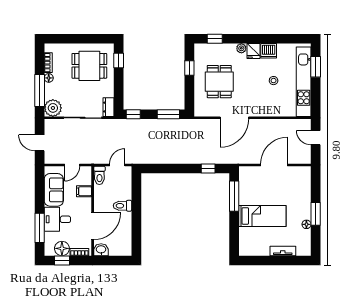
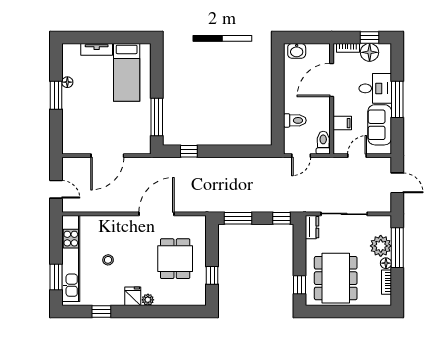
window: (215, 39) -> (101, 312), moved
dishwasher: (269, 51) -> (114, 297), removed
dining table: (89, 66) -> (336, 278), width x1.38
plant: (53, 108) -> (381, 246), moved
toilet: (122, 206) -> (295, 120), moved
bed: (262, 216) -> (127, 72), moved, turned -90
window: (40, 228) -> (397, 99), moved
washbasin: (101, 250) -> (297, 51), moved

